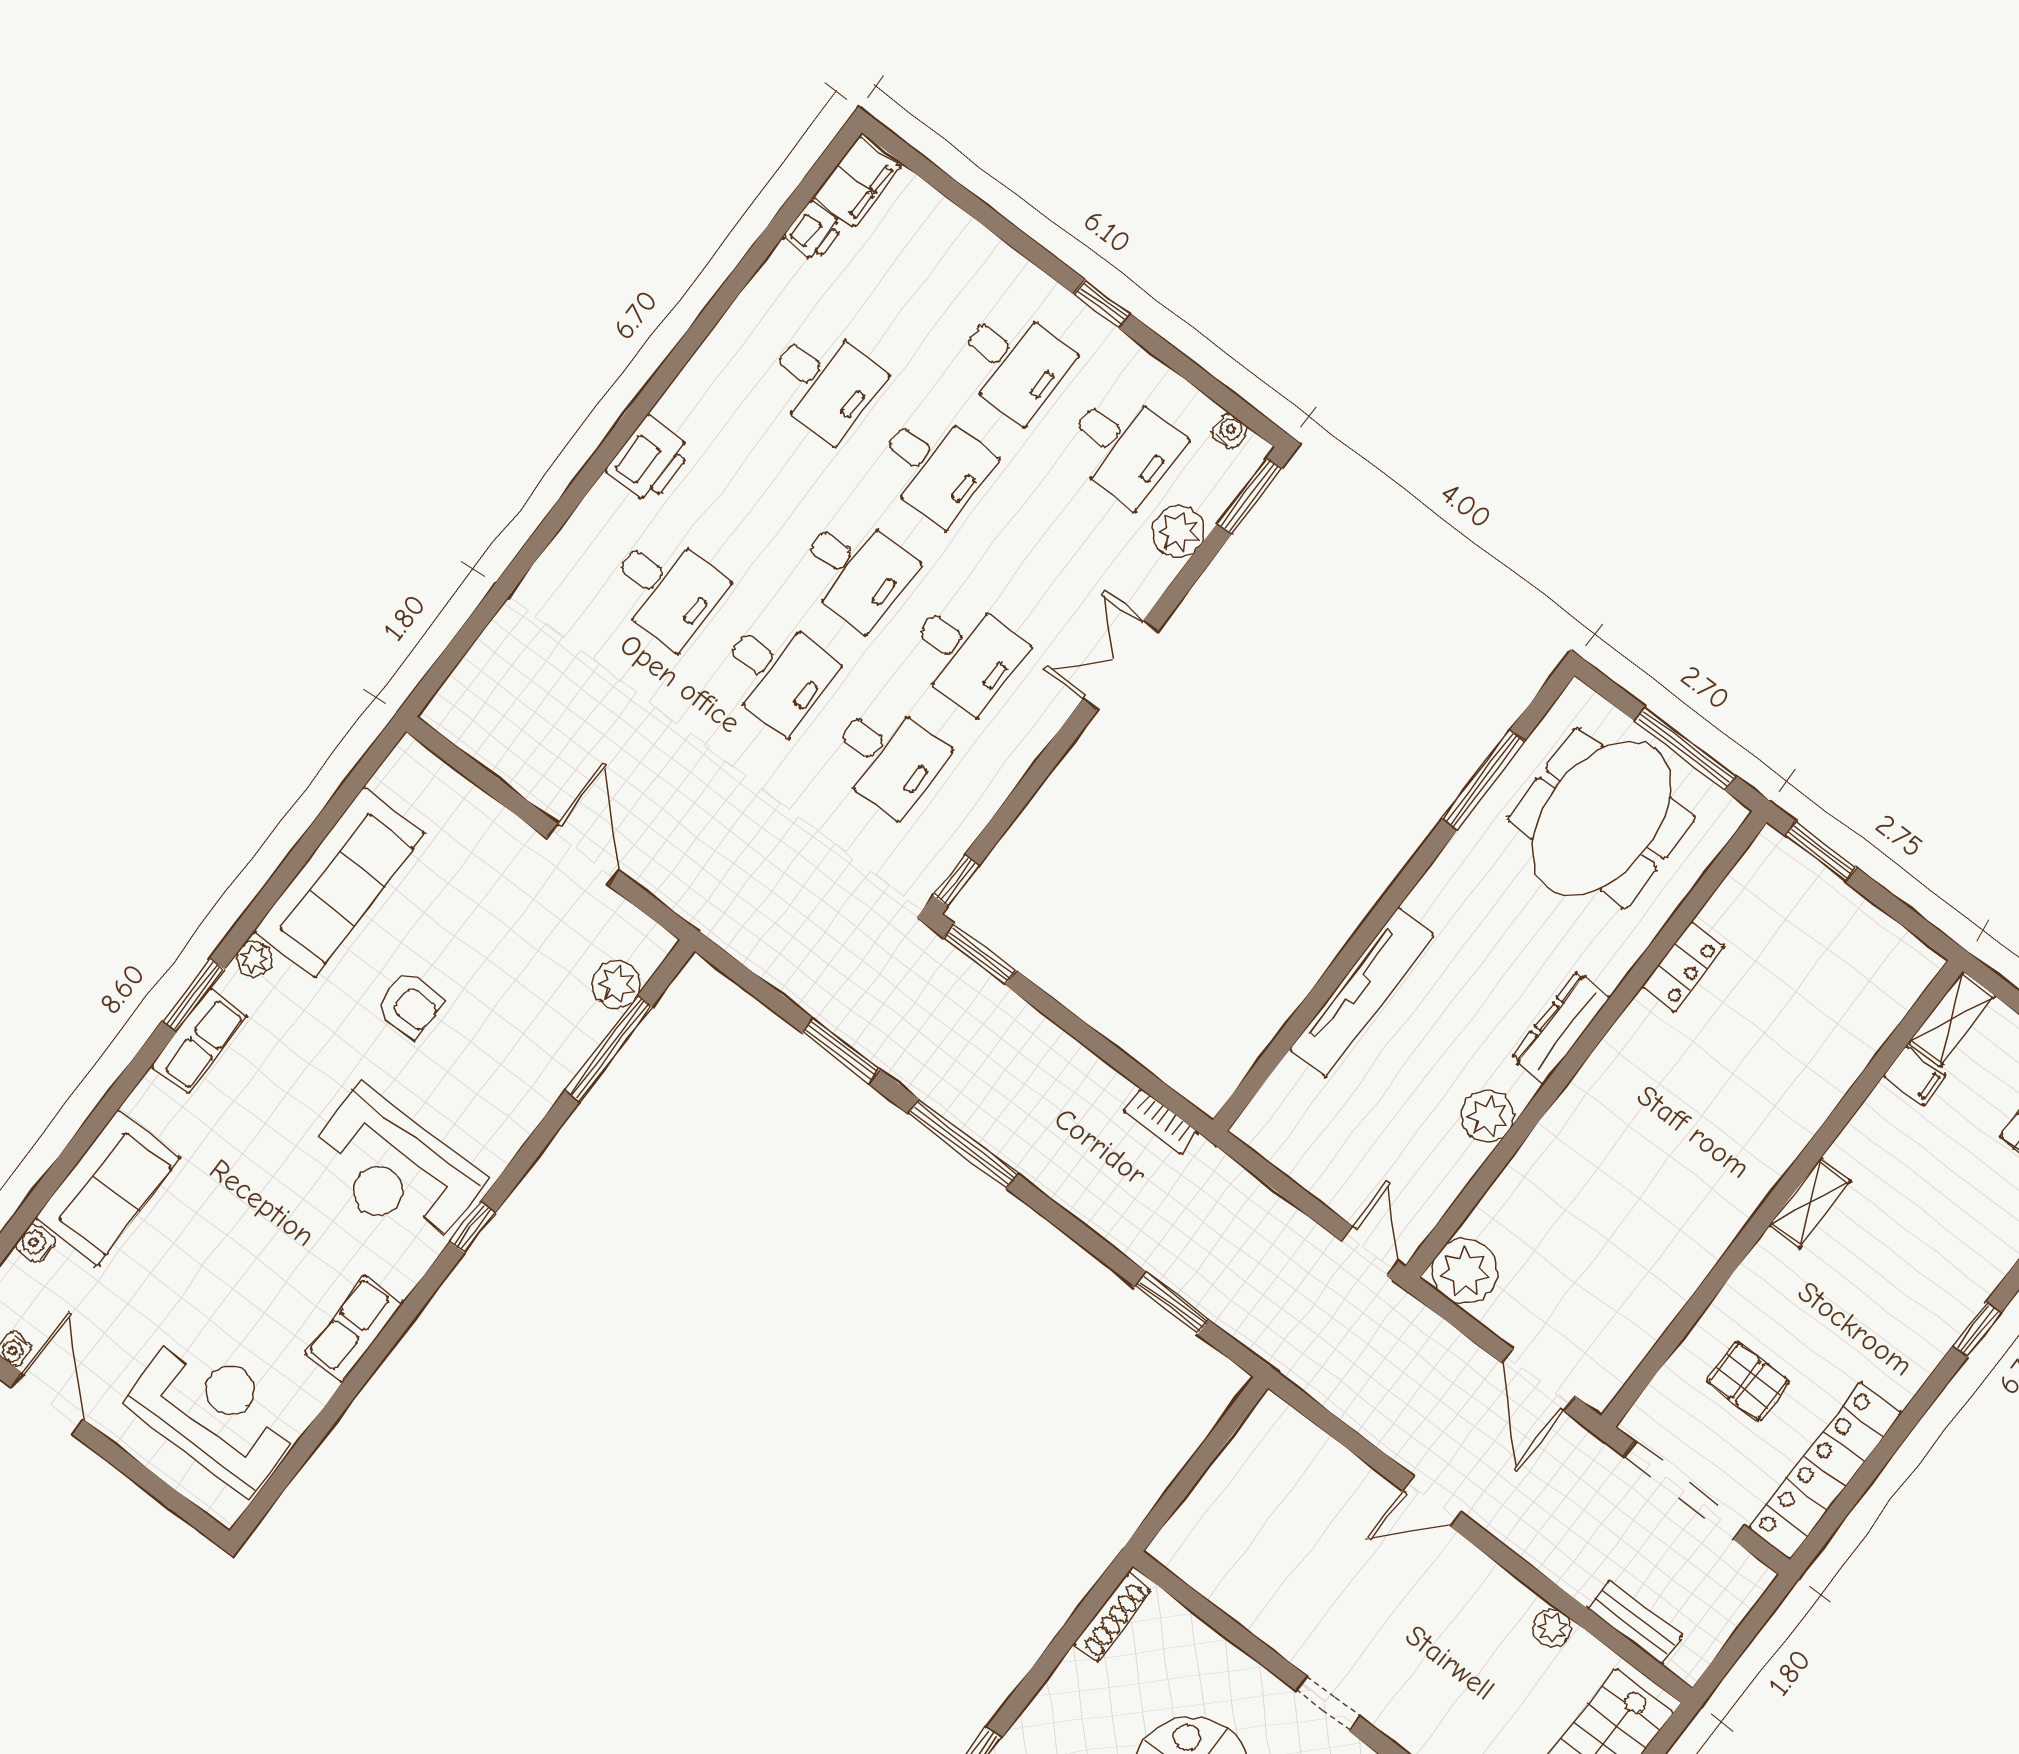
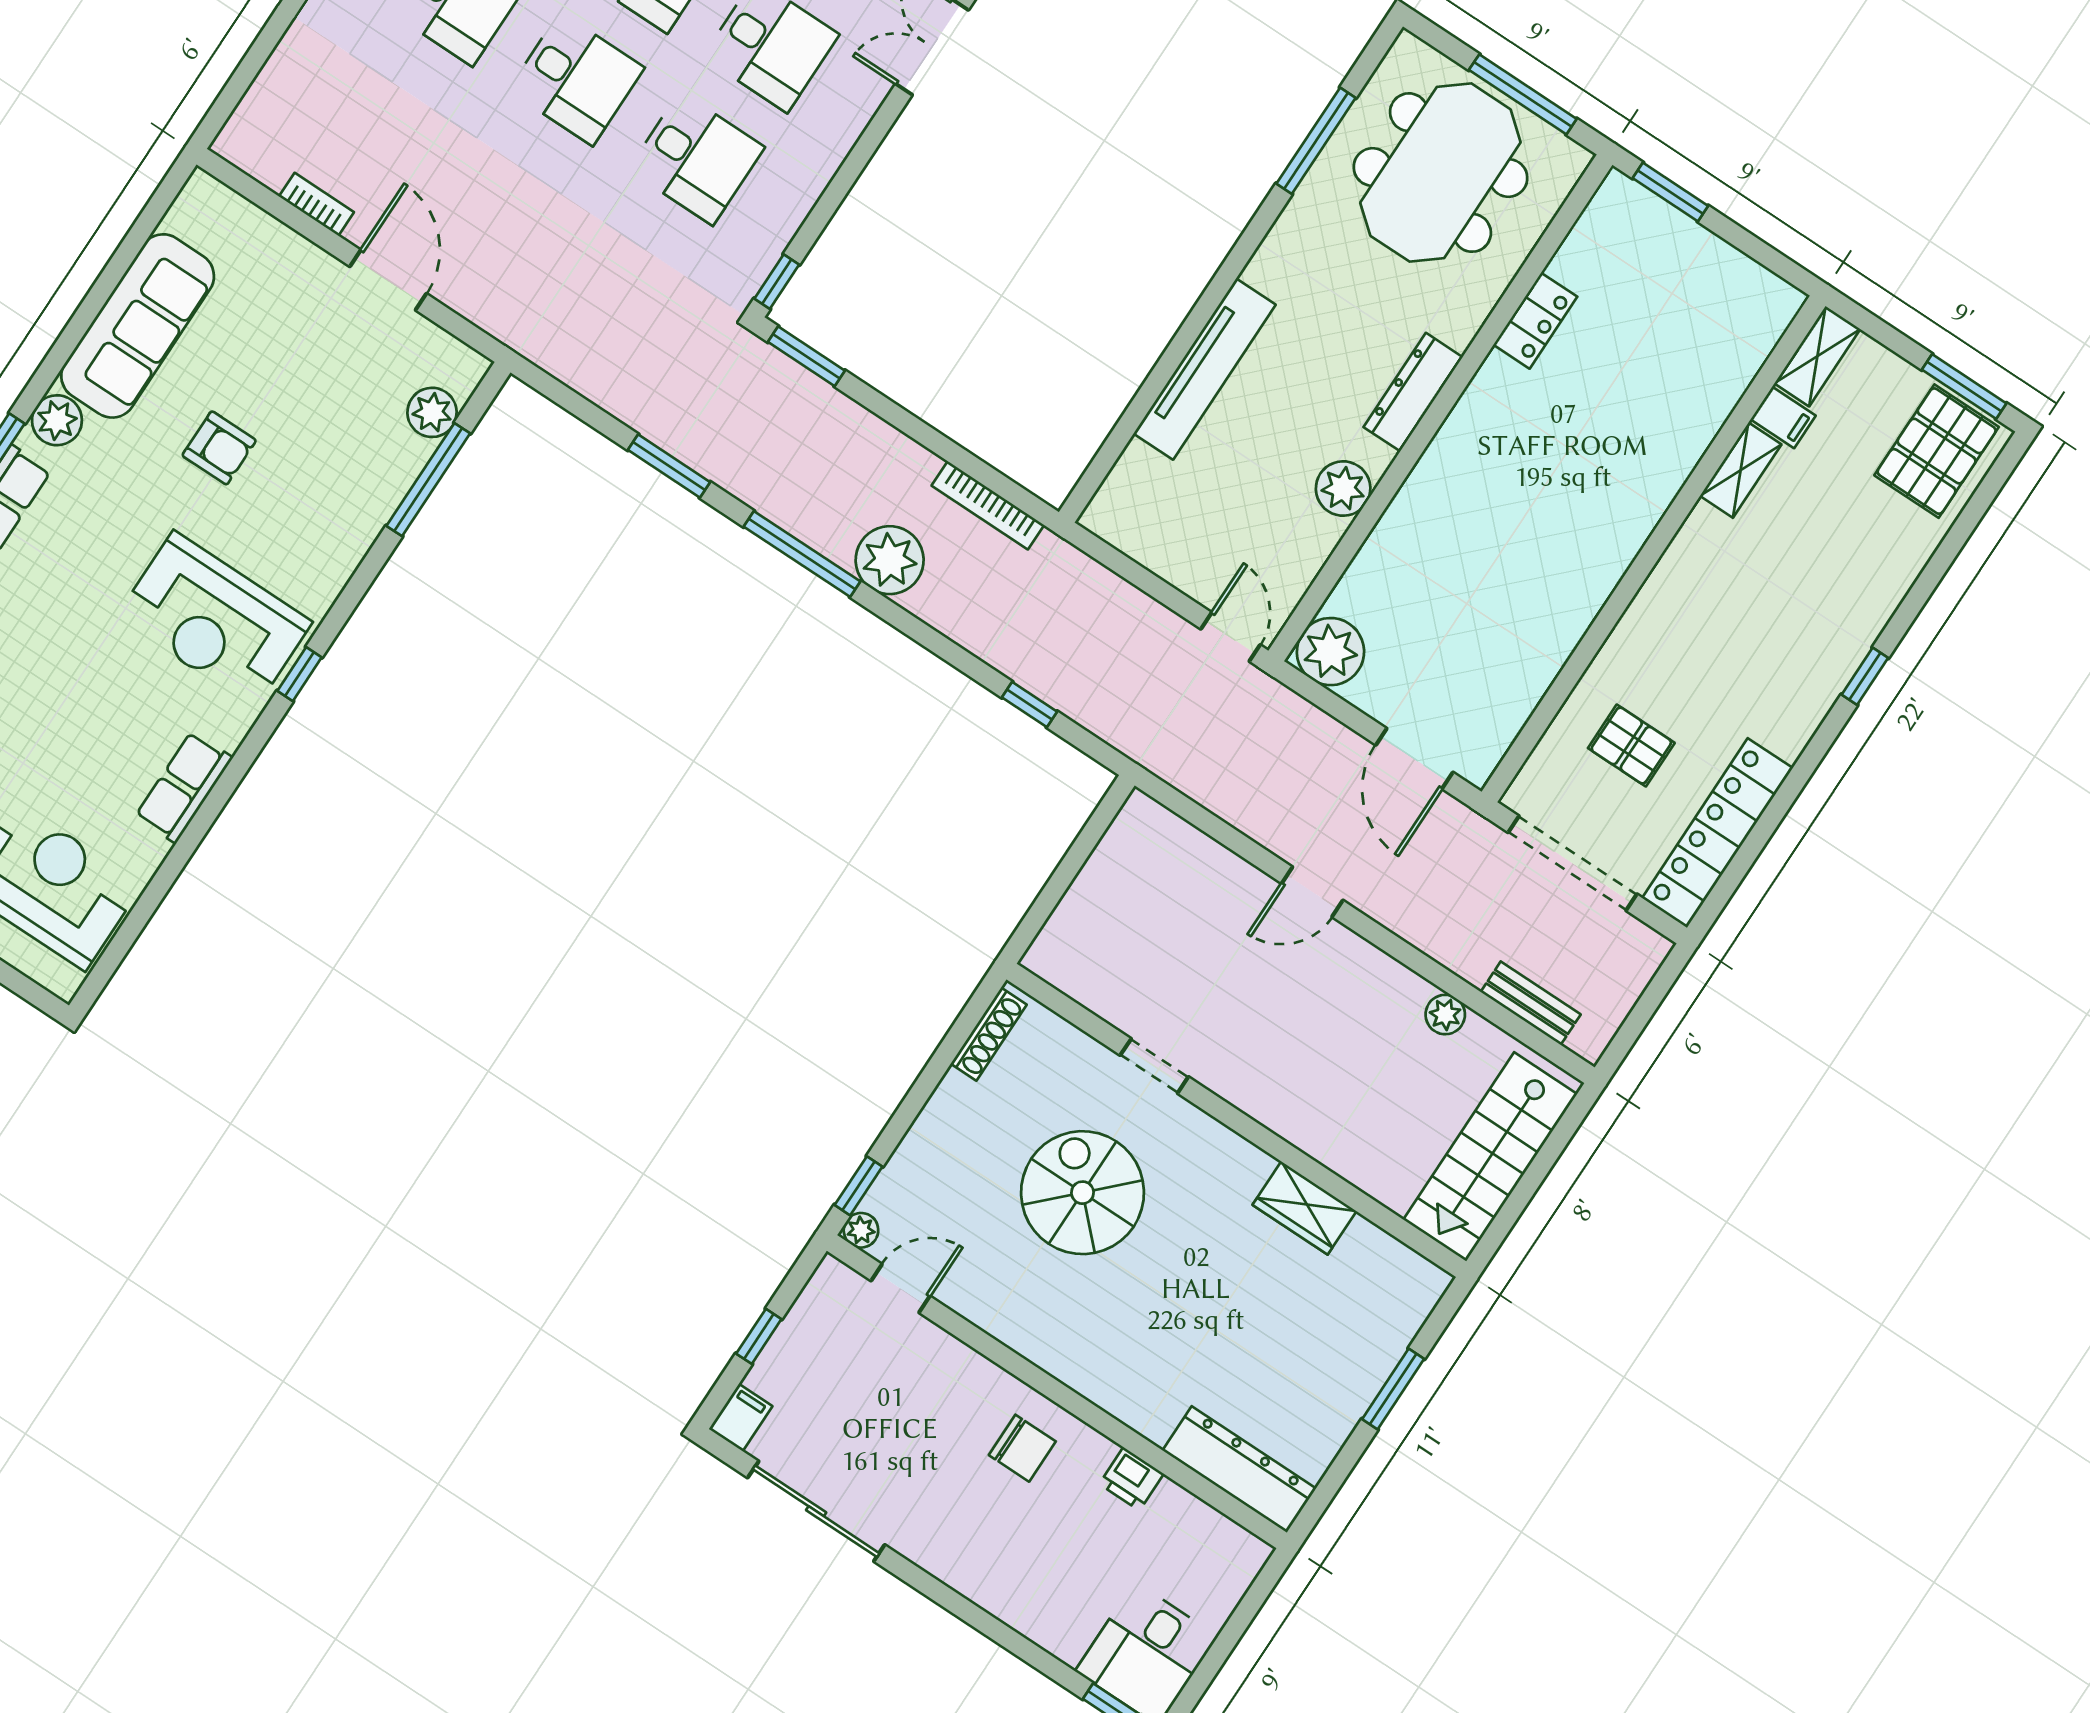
bookcase: (519, 777) -> (316, 204), added
plant: (254, 959) -> (57, 420), width x1.38, depth x1.38
bookcase: (1161, 1121) -> (988, 505), width x1.56
plant: (1047, 1156) -> (890, 560), added
shelving: (1810, 1203) -> (1741, 470), moved
window: (1172, 1303) -> (1029, 705), width x0.67
doorway: (1328, 1704) -> (1154, 1066), moved

